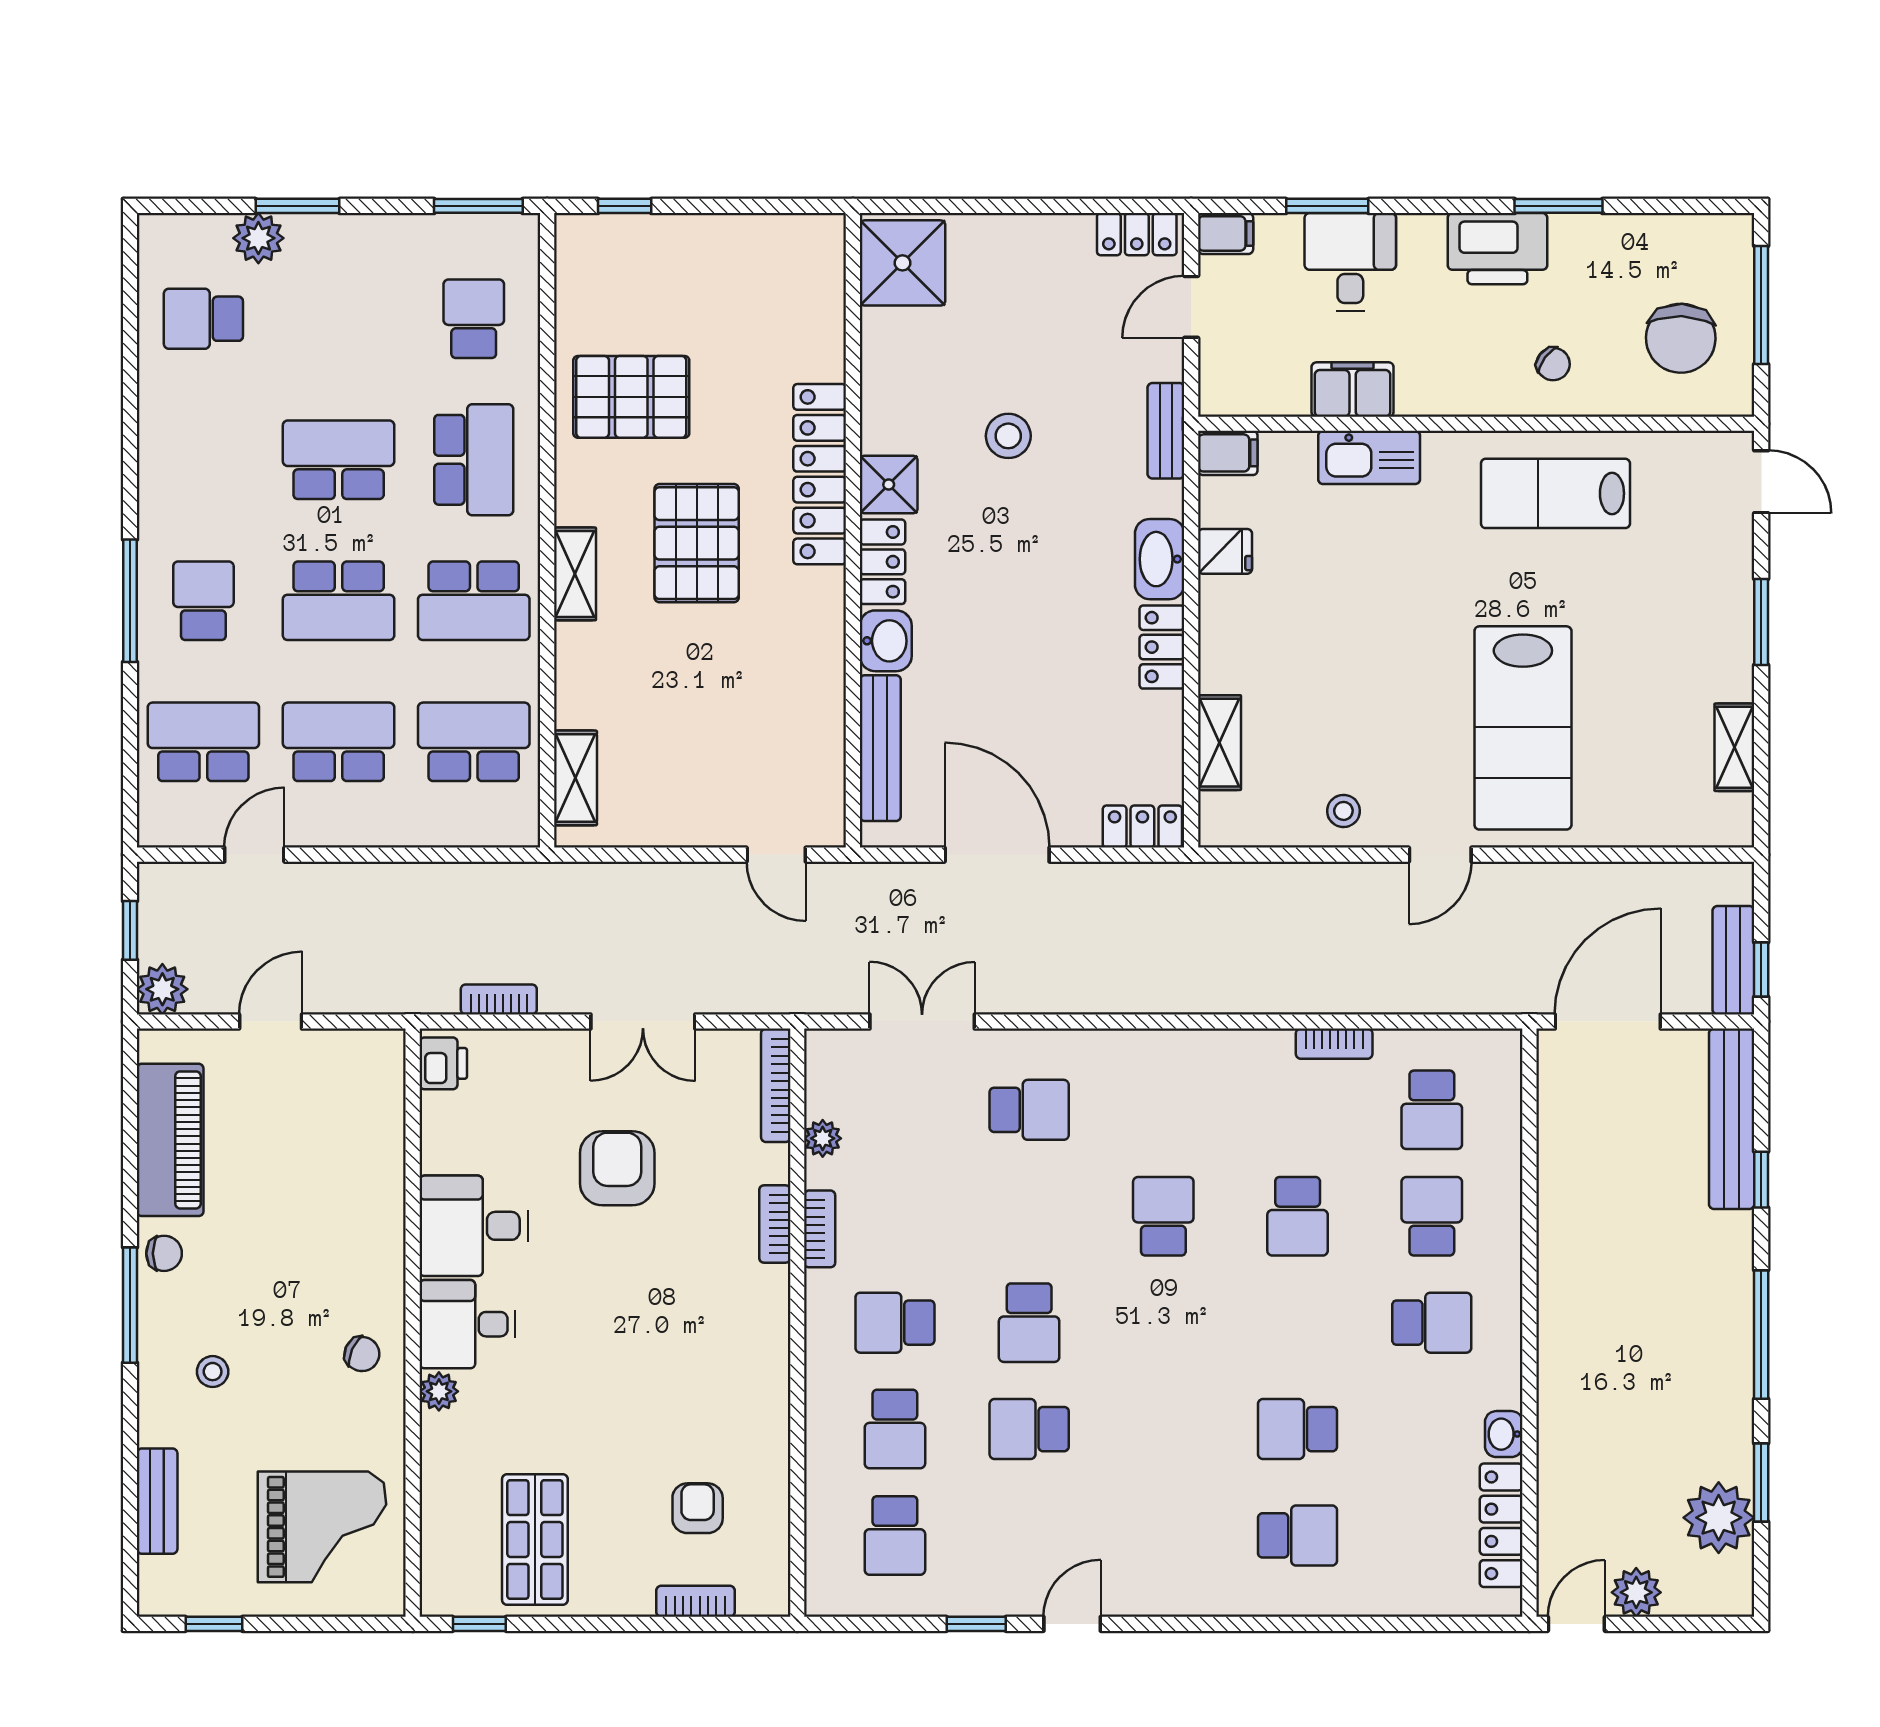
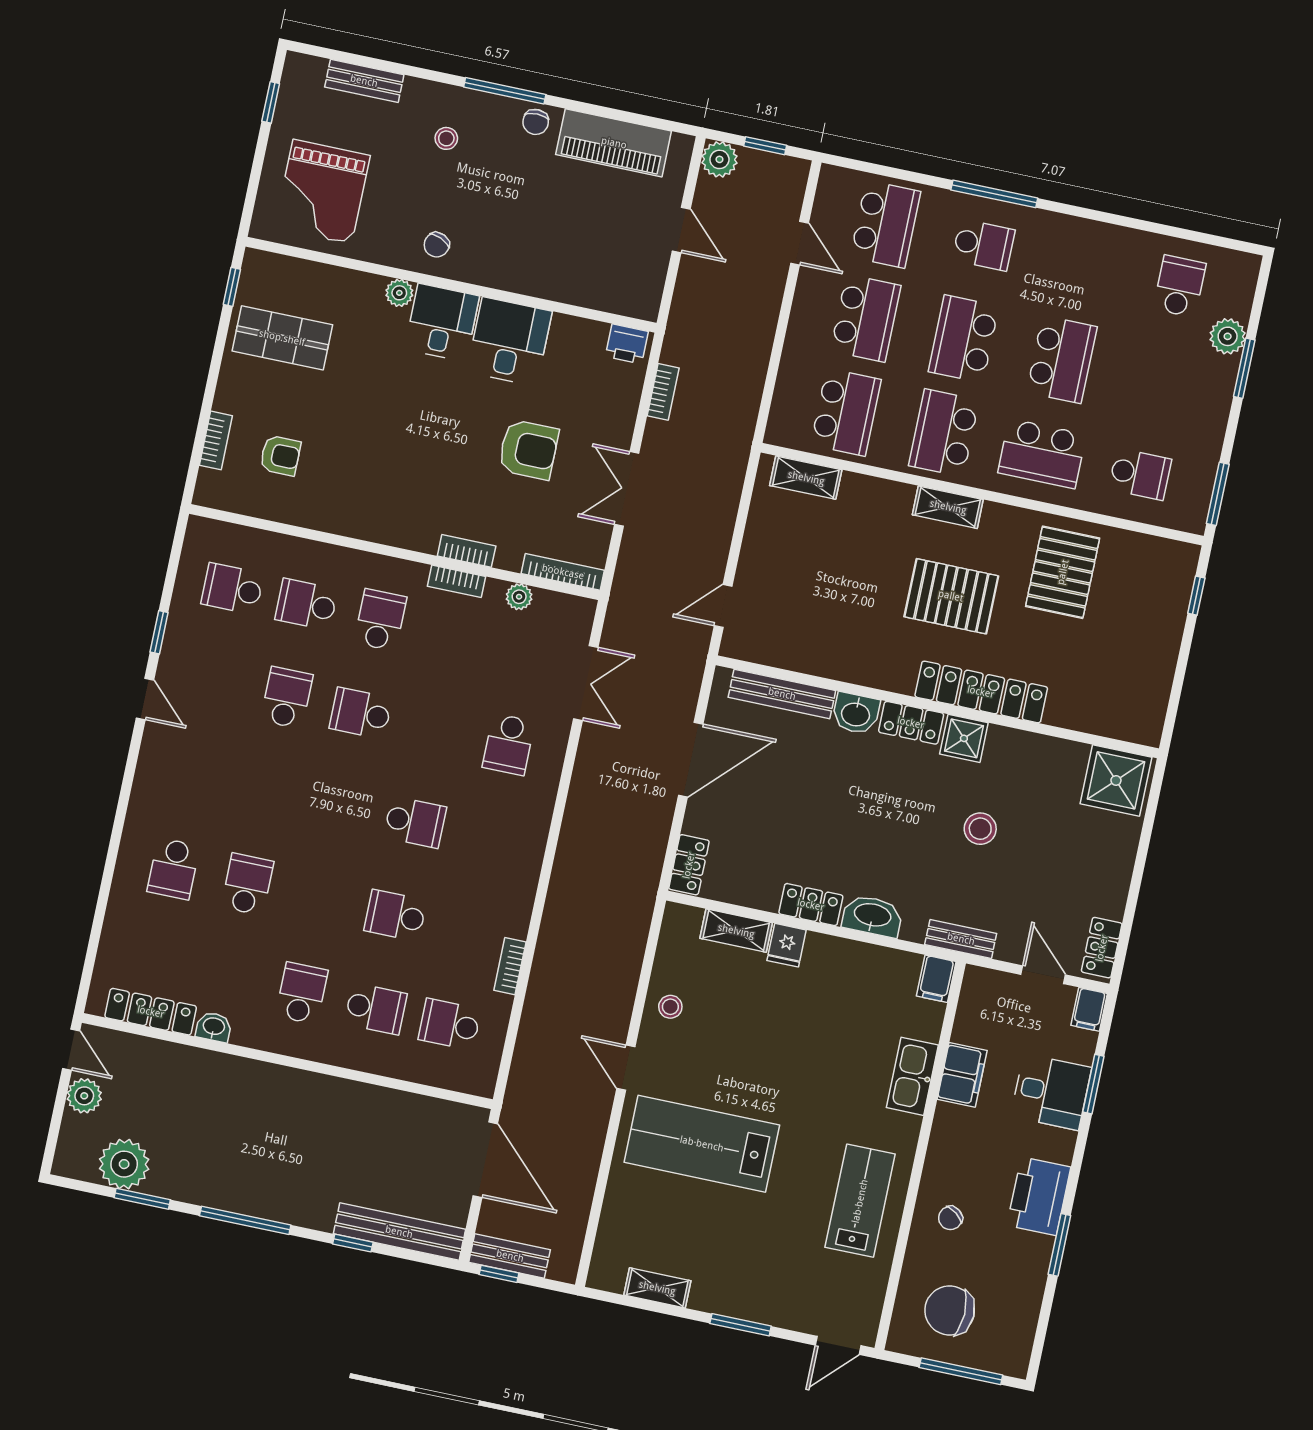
fridge: (1225, 551) -> (787, 945), moved
school desk: (1432, 1323) -> (302, 993), turned 180

